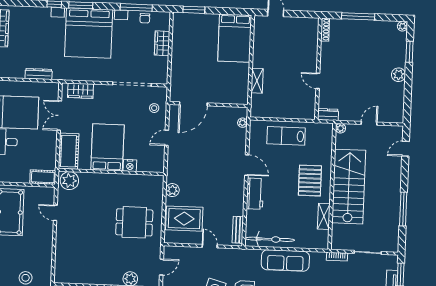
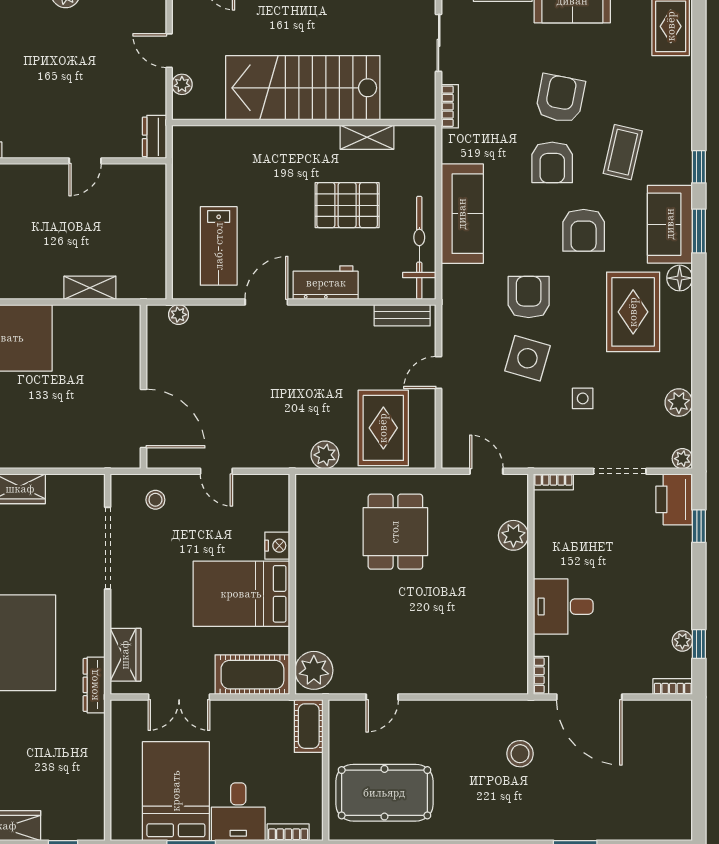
dresser: (39, 74) -> (94, 685), moved
plant: (341, 128) -> (182, 84), moved
lab bench: (286, 136) -> (219, 246), moved
pallet: (310, 181) -> (347, 205), moved

